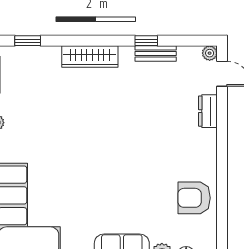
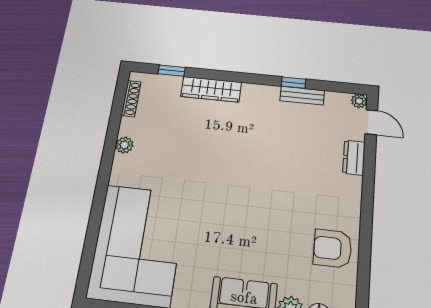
wardrobe: (90, 56) -> (211, 89), moved

